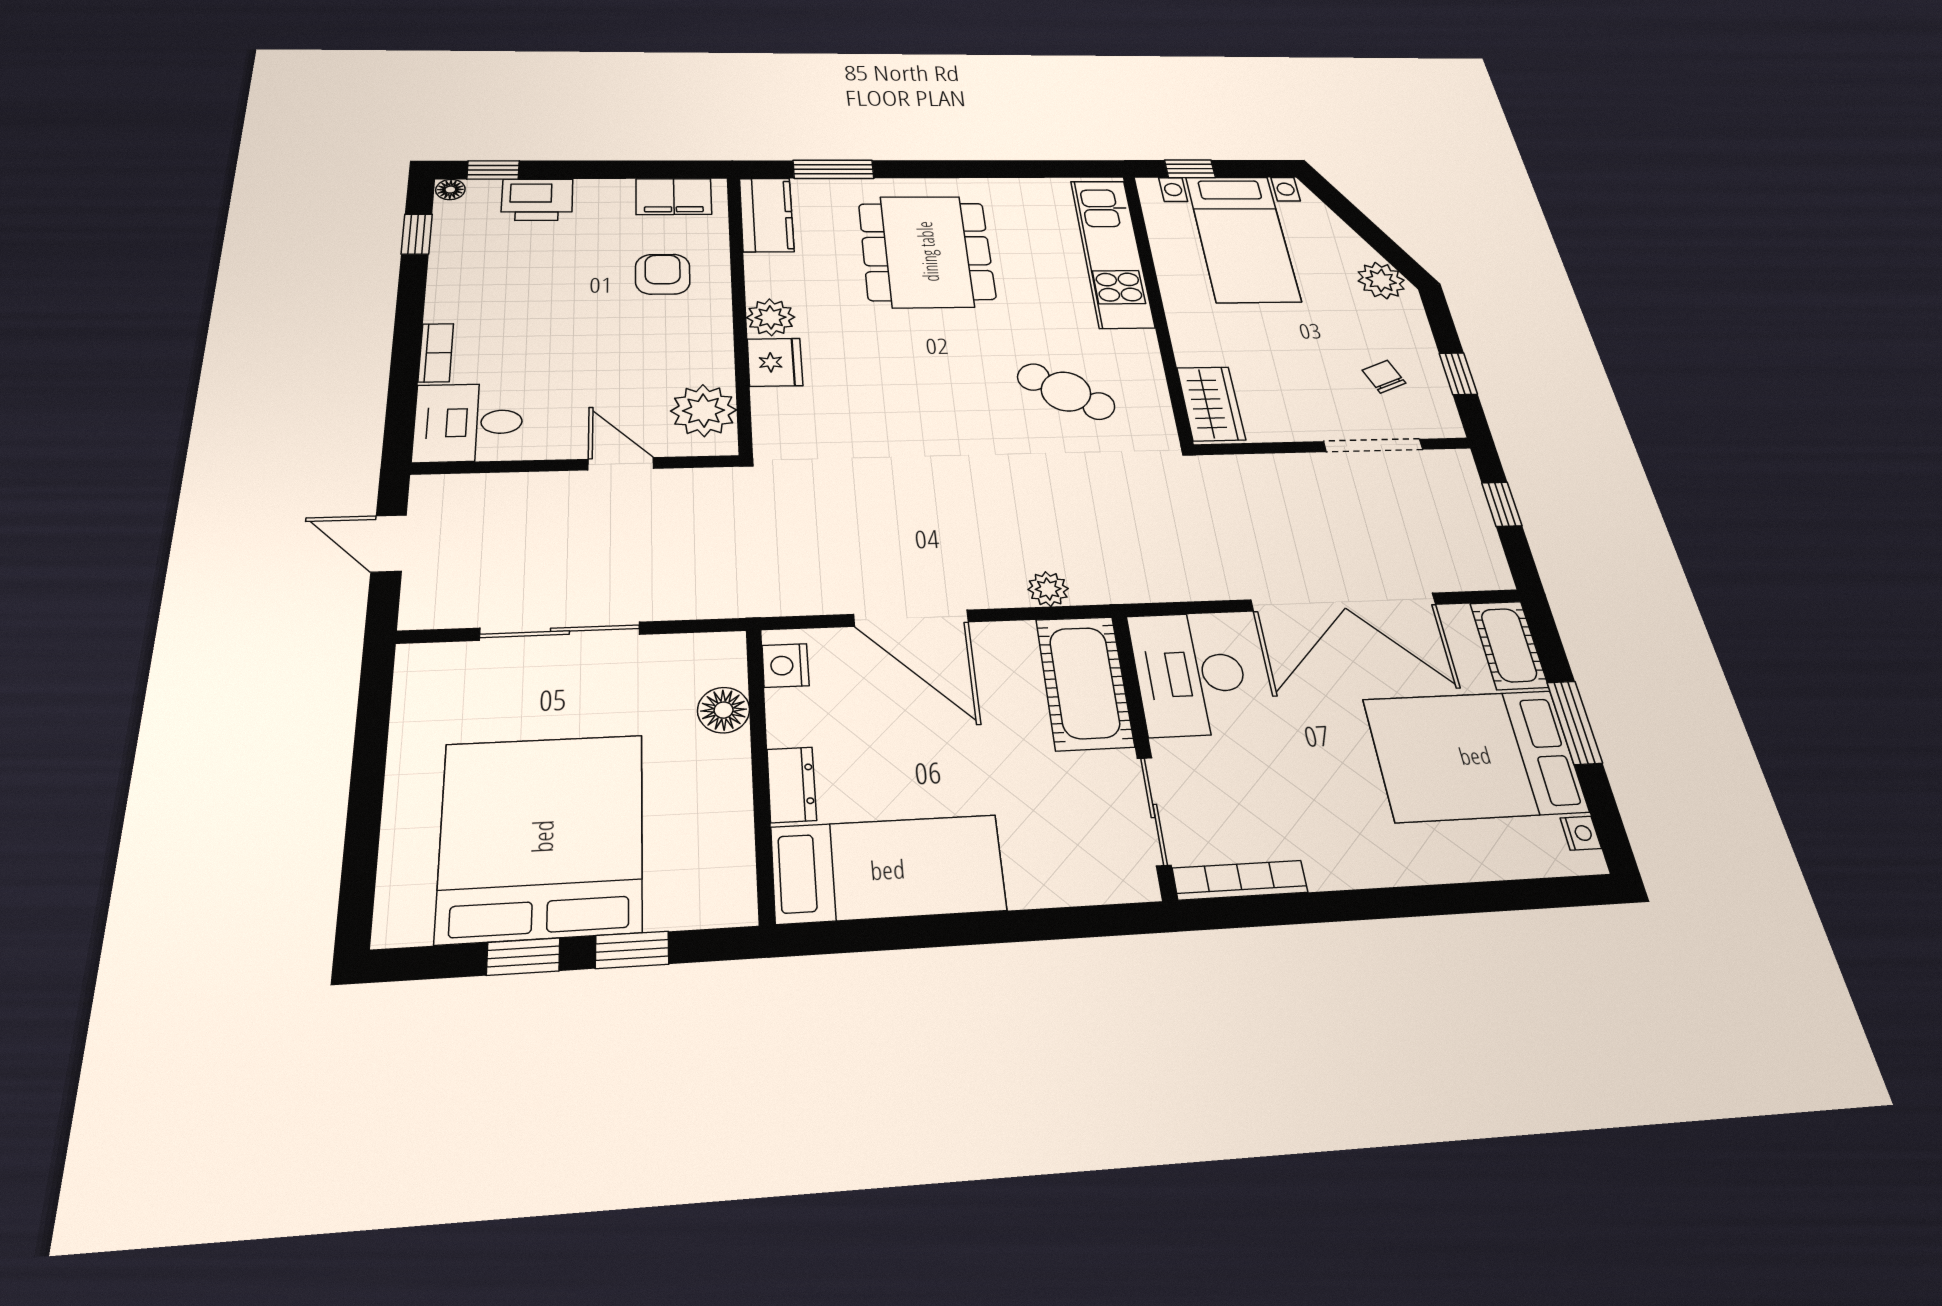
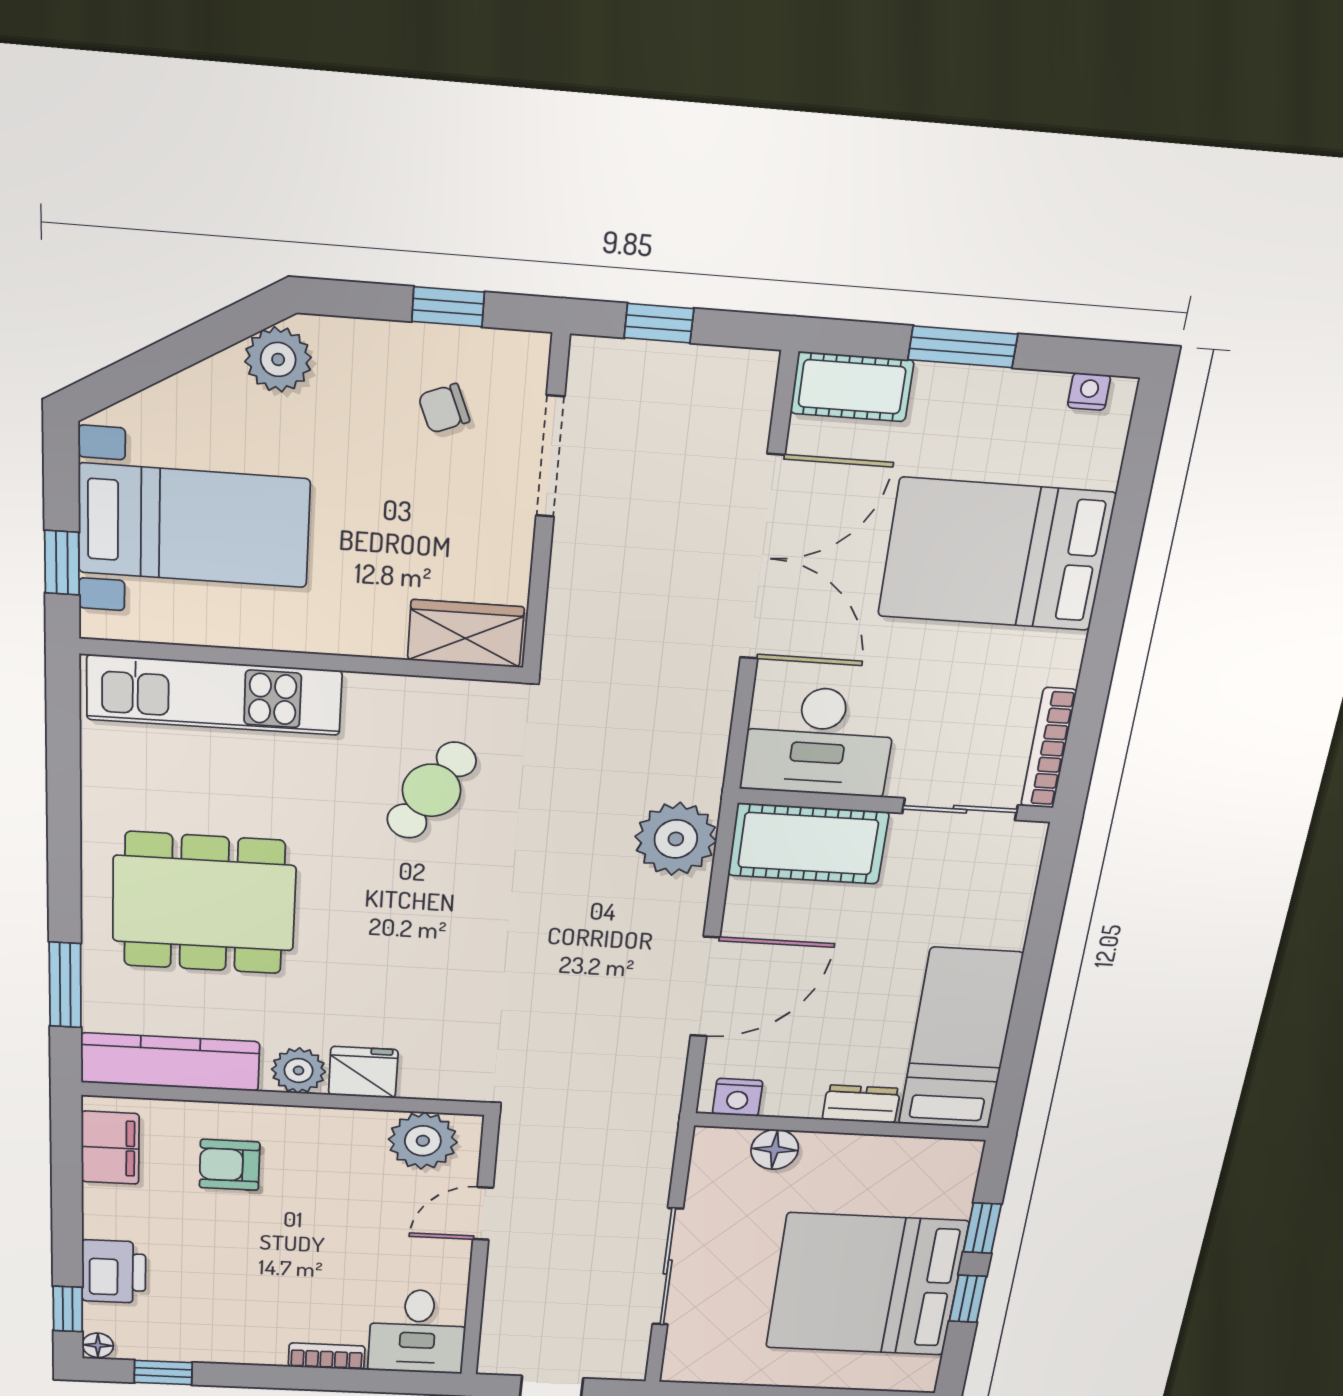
kitchen counter: (766, 215) -> (170, 1062), width x1.50
plant: (1048, 589) -> (676, 839), width x1.87, depth x1.87
bed: (1475, 755) -> (996, 555), moved, turned 90

